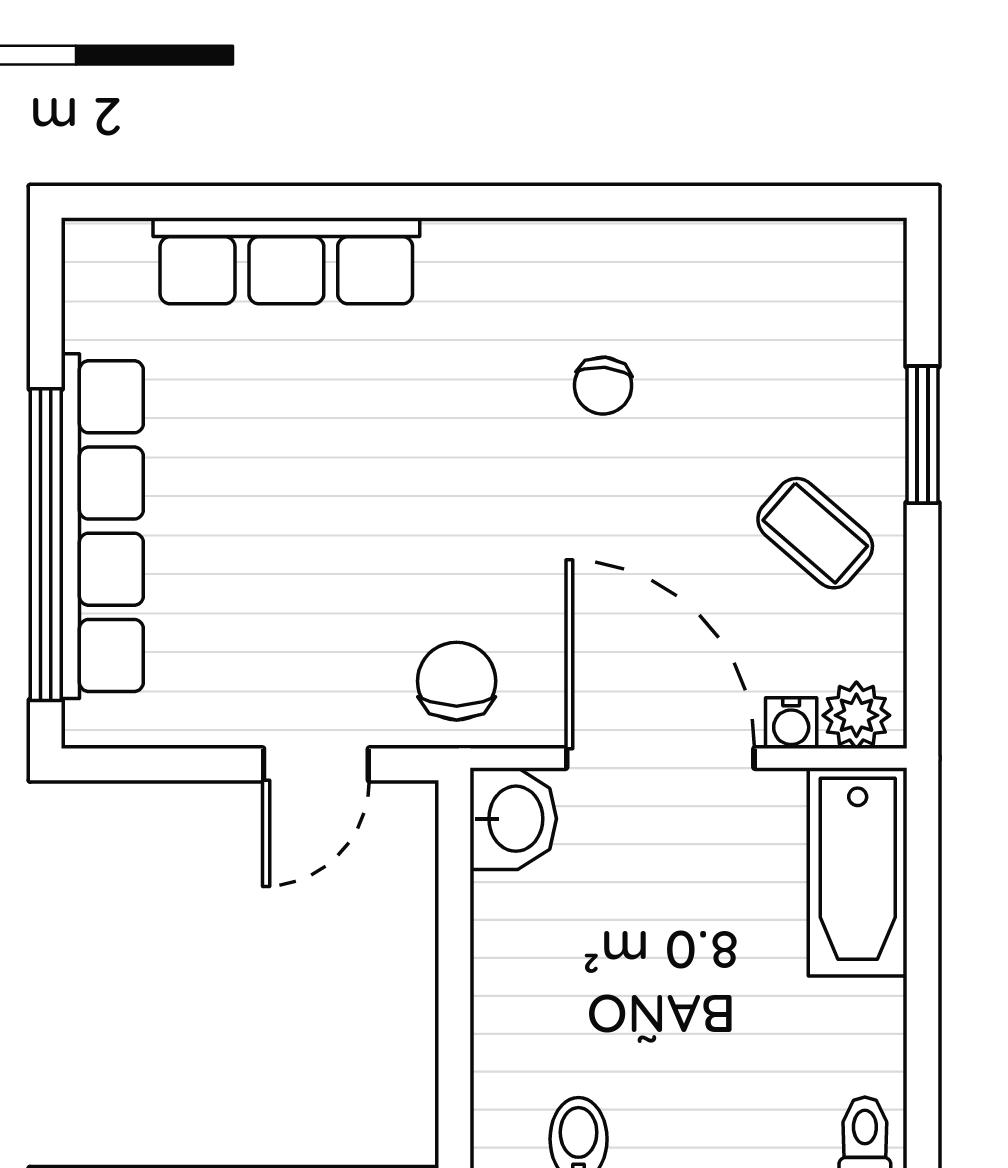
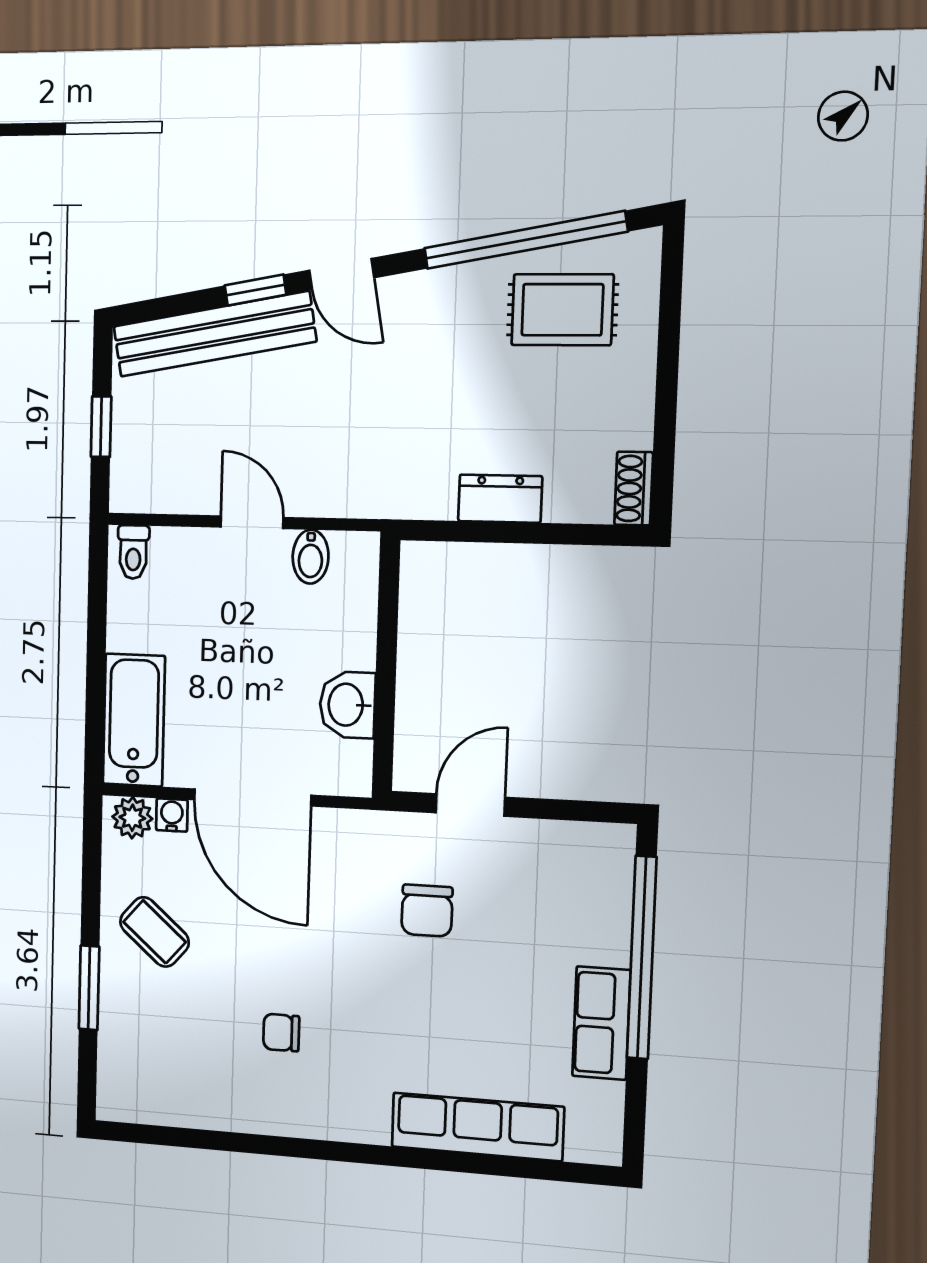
chair: (603, 386) -> (281, 1033), turned -95
row of seats: (102, 526) -> (601, 1023), width x0.50
chair: (457, 681) -> (427, 911), moved
washbasin: (513, 819) -> (347, 705), moved

